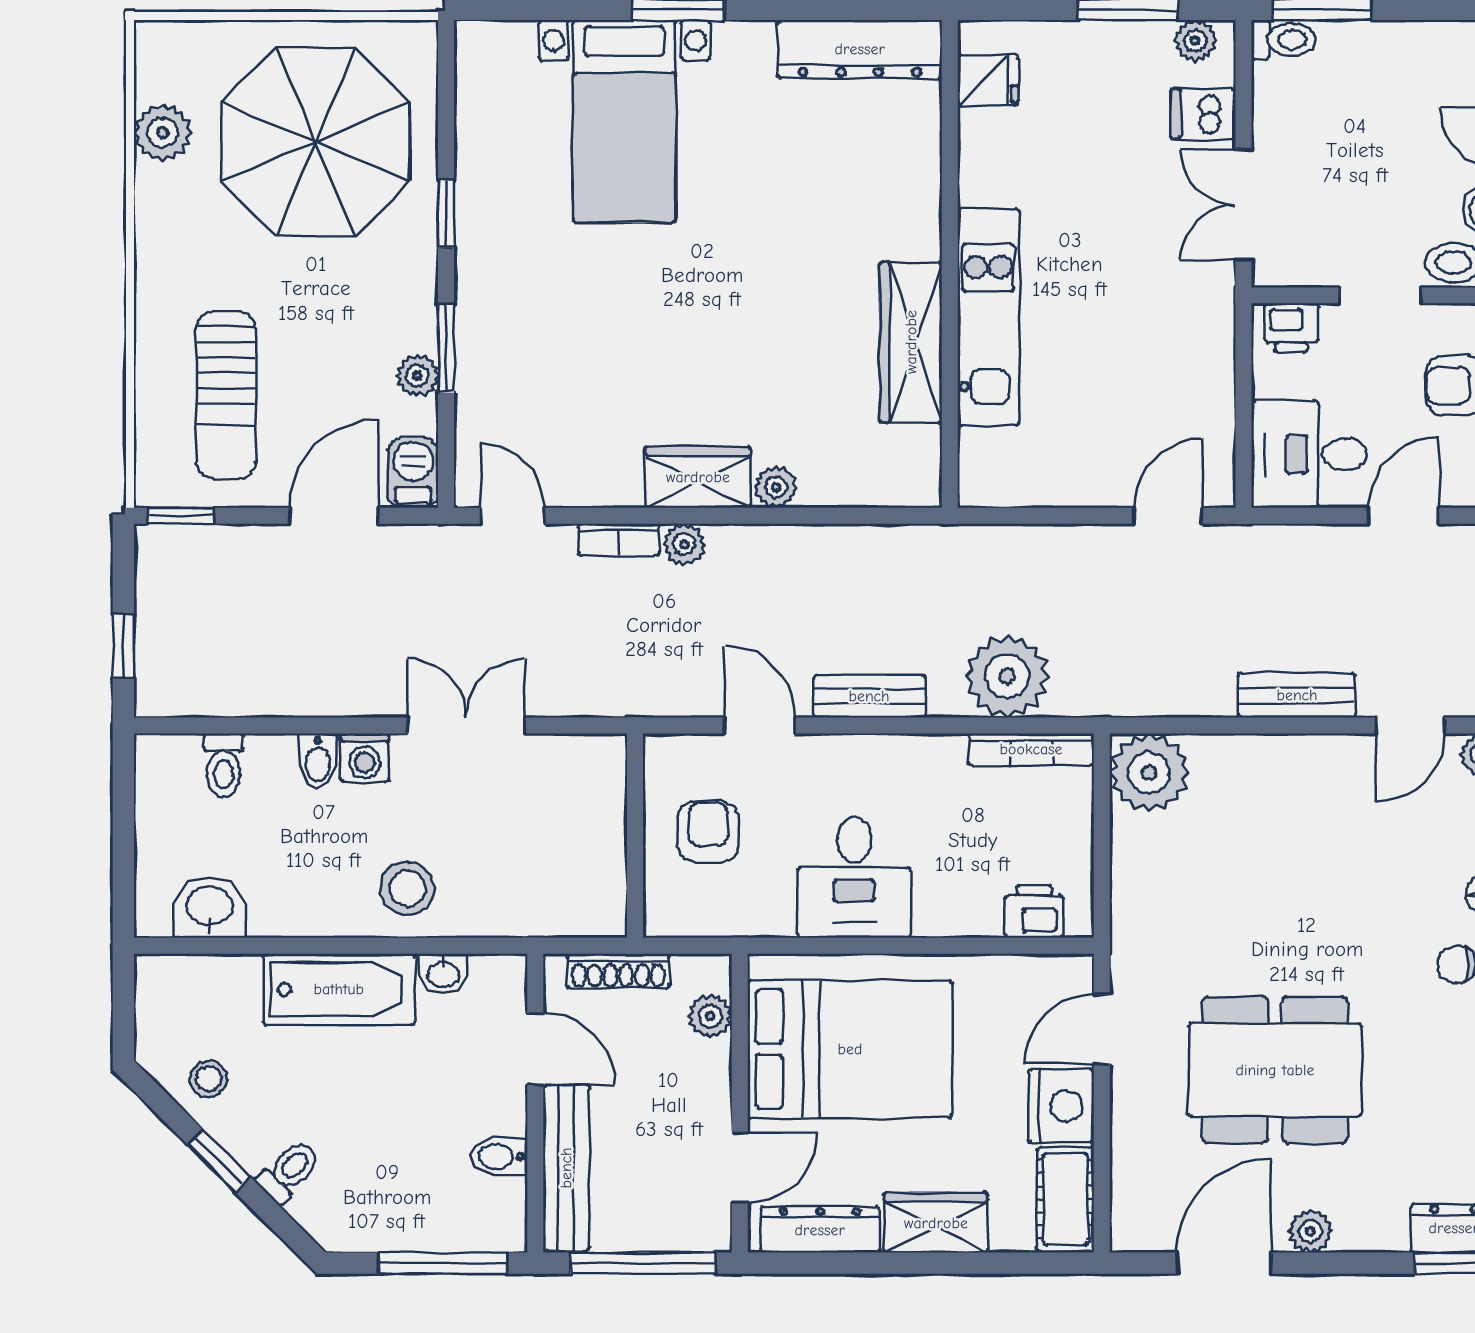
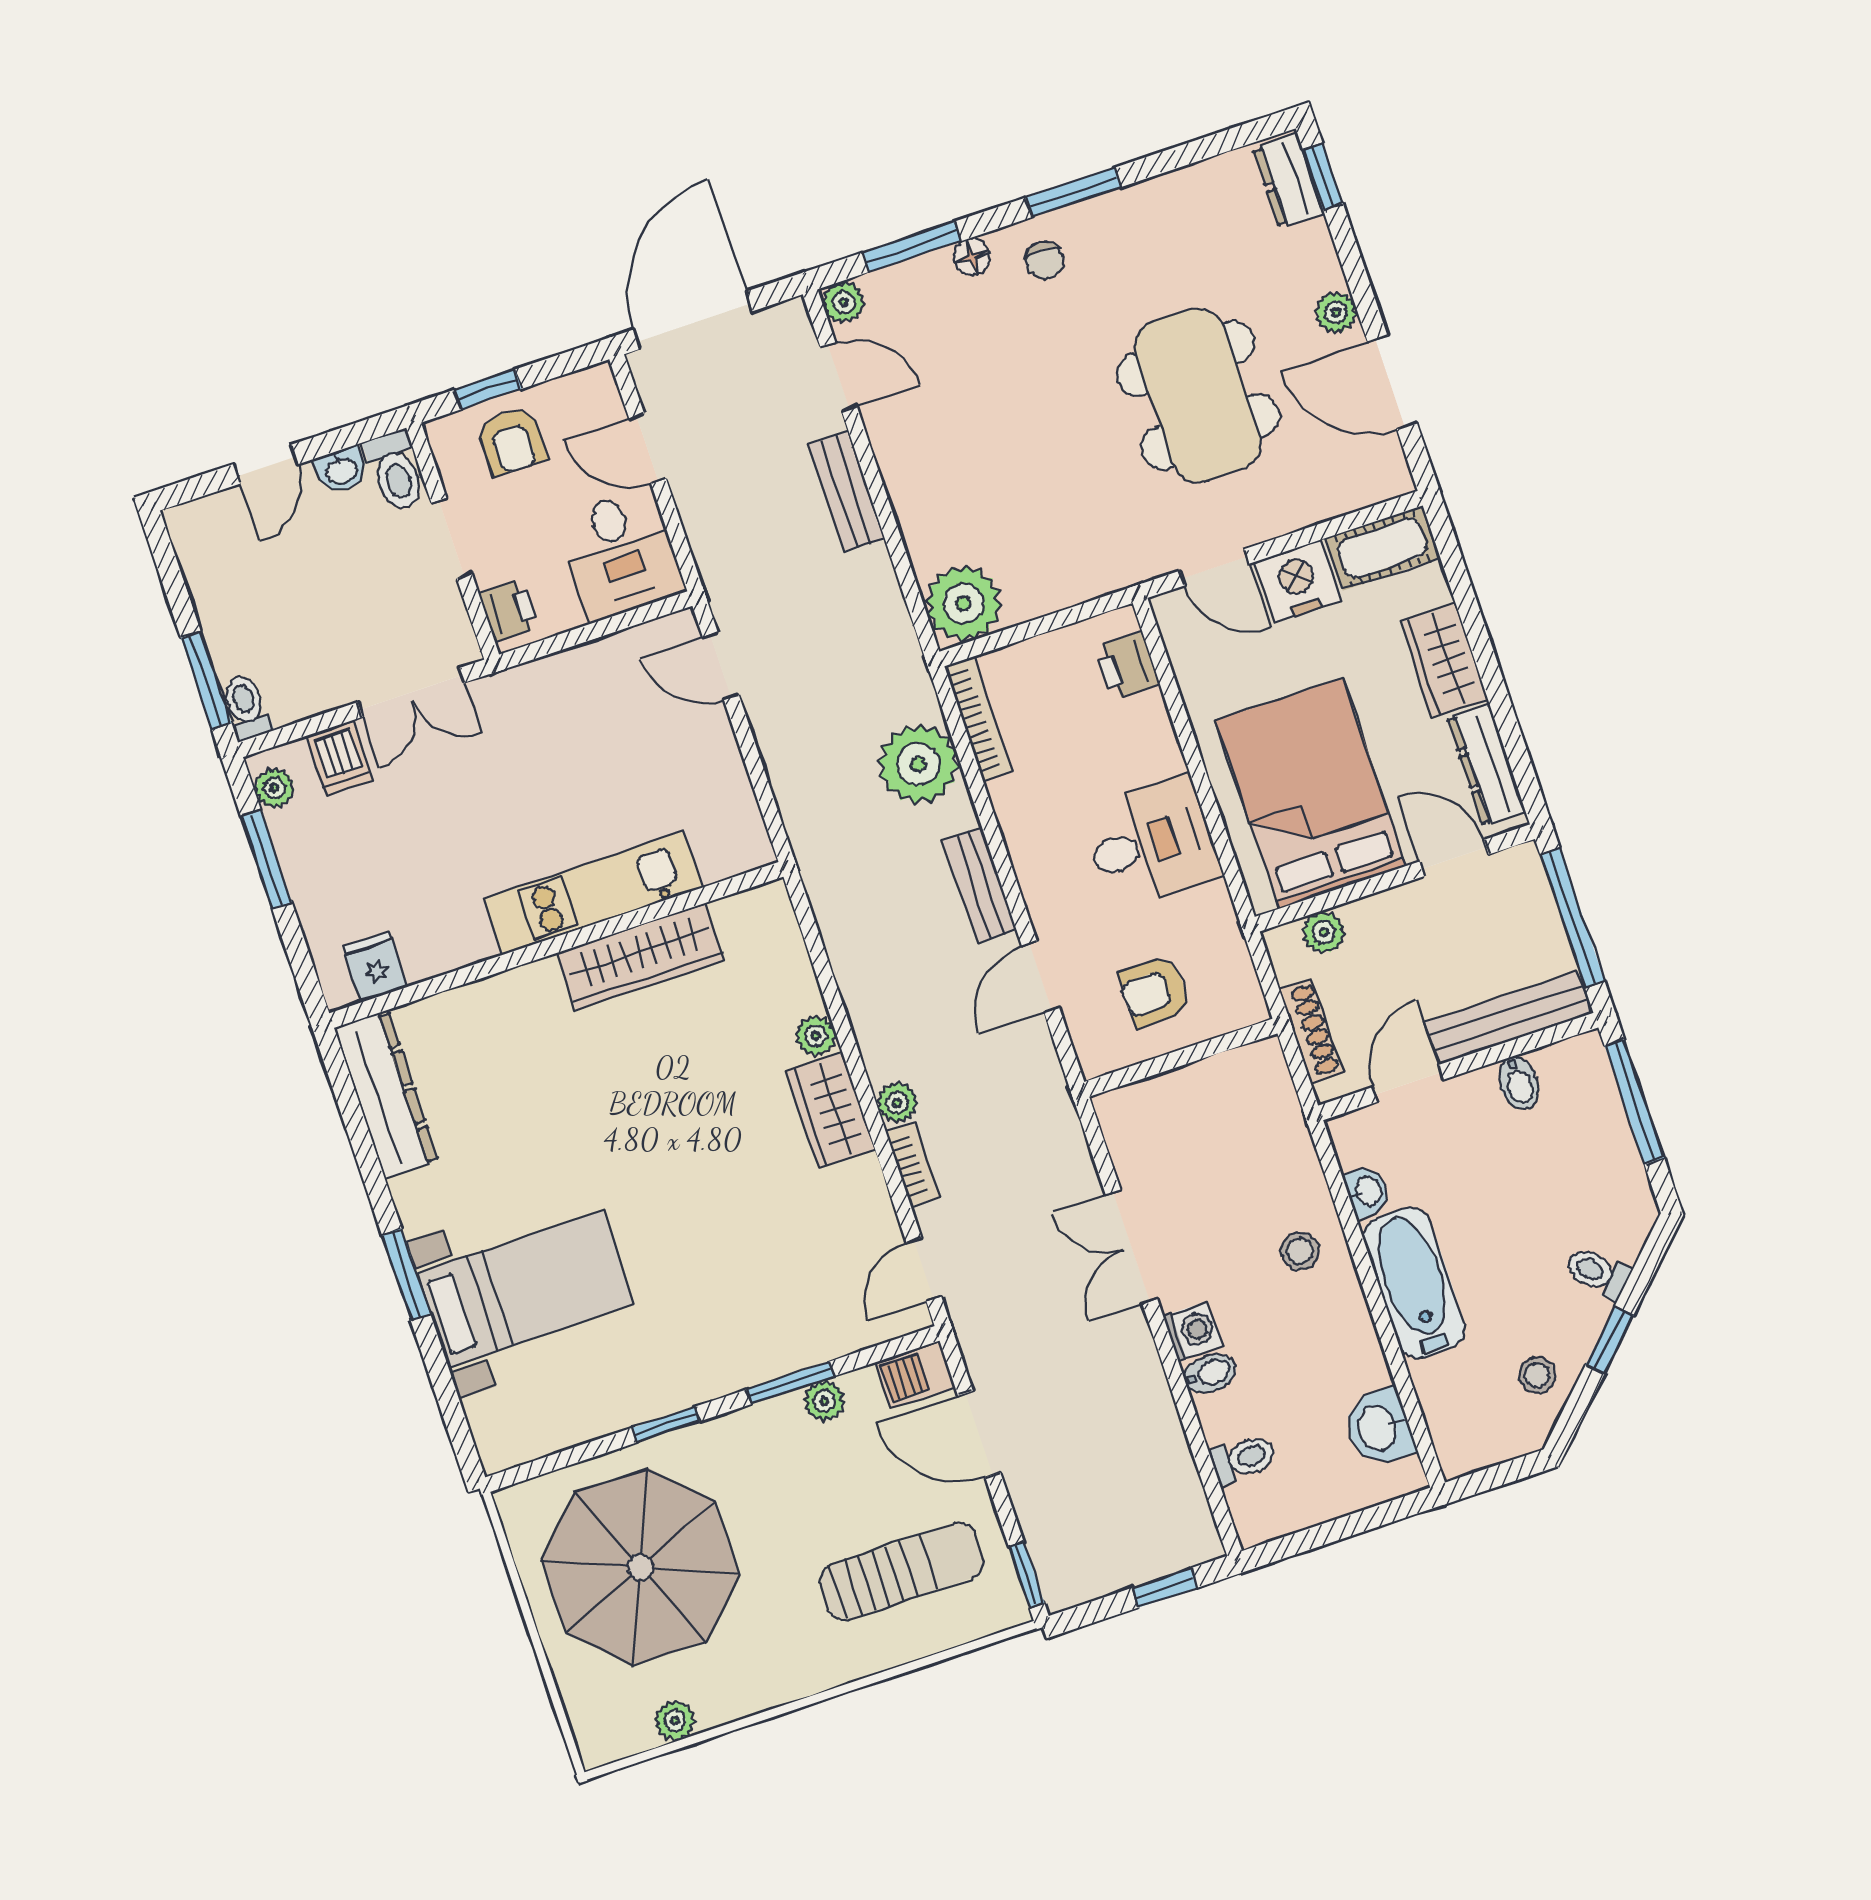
plant: (162, 133) -> (675, 1721), width x0.73, depth x0.73
stool: (407, 888) -> (1300, 1251), width x0.73, depth x0.73

